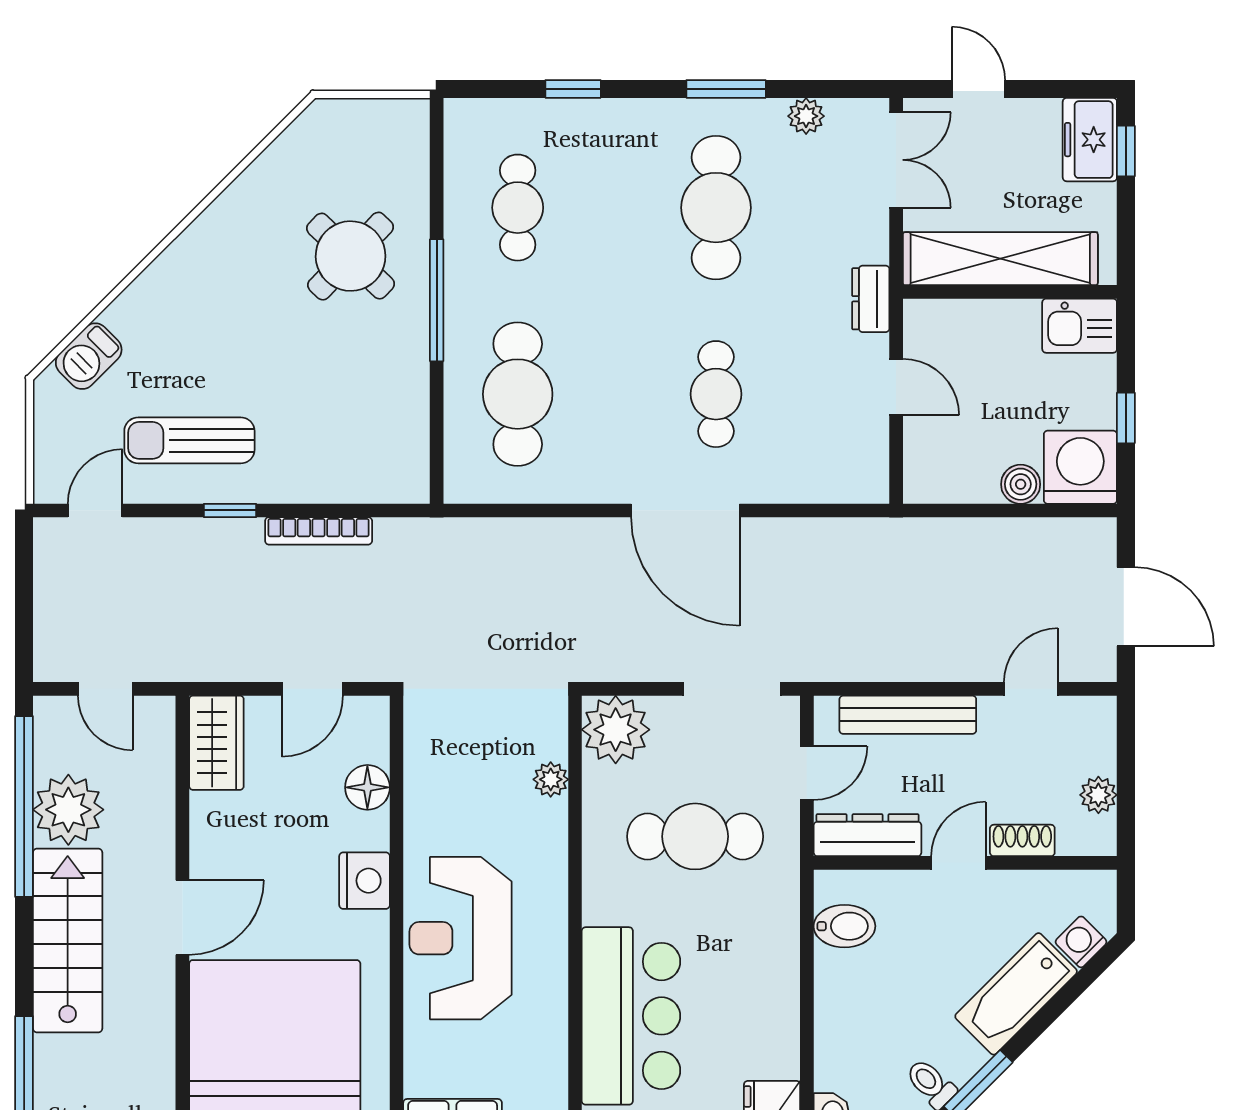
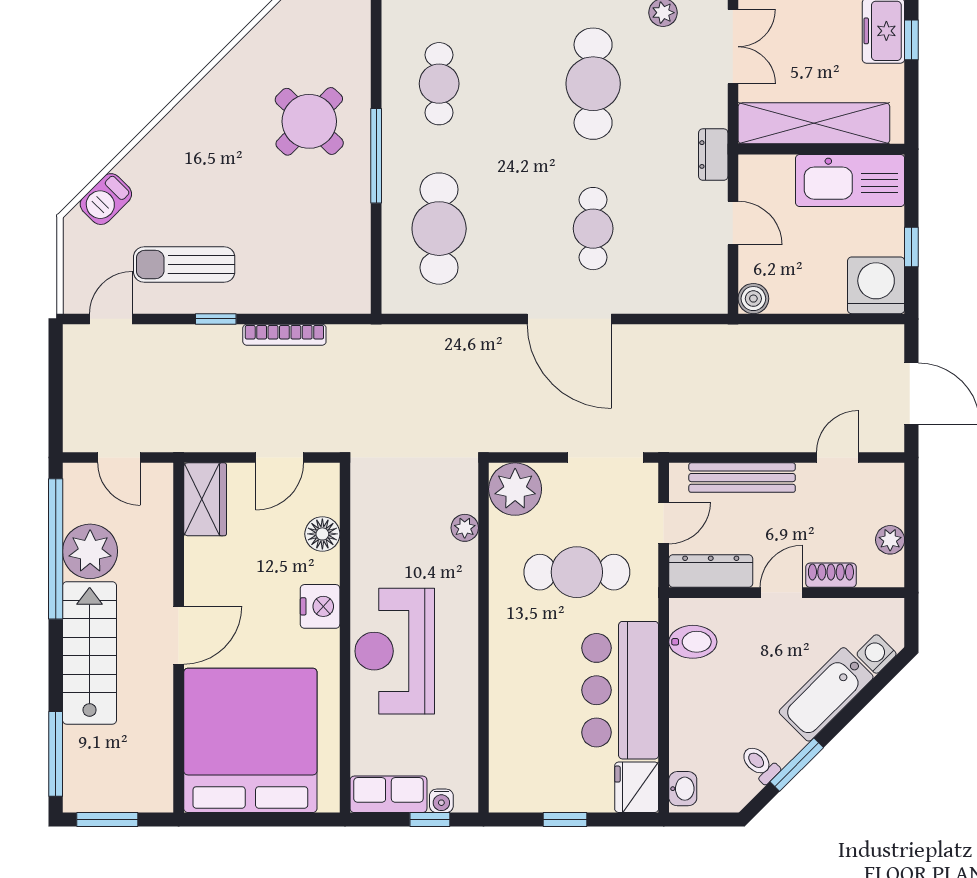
kitchen sink: (1080, 326) -> (850, 181), width x1.88, depth x1.24
boiler: (1021, 484) -> (753, 299), moved
bar counter: (631, 1016) -> (620, 690), moved, turned 180

